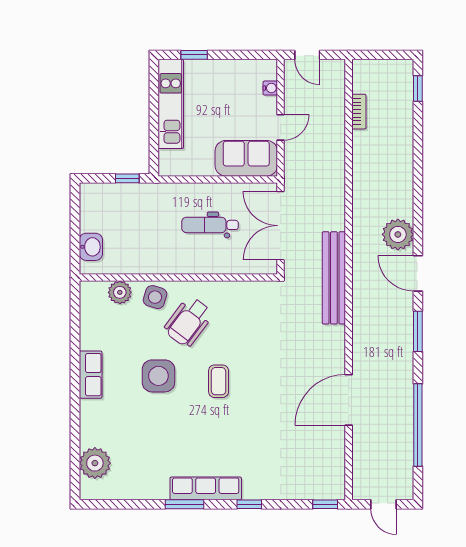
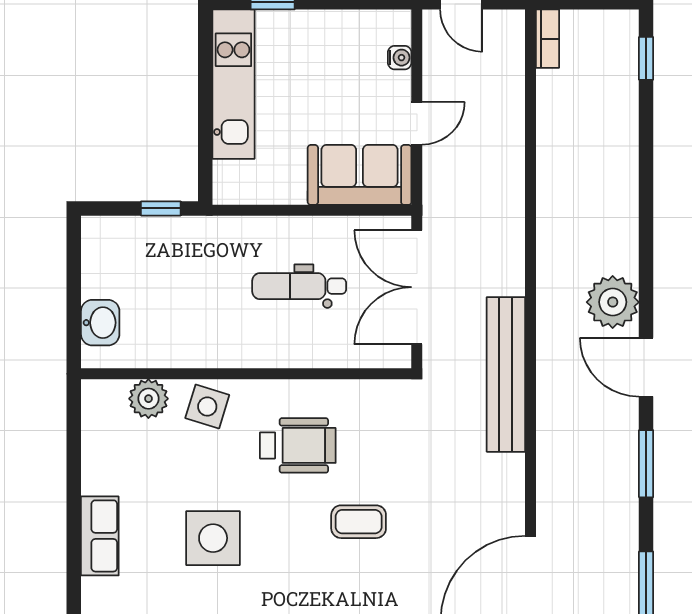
bookcase: (359, 112) -> (548, 39), moved
wheelchair: (188, 322) -> (298, 445), moved, turned -127
coffee table: (219, 381) -> (359, 522), moved, turned 90

